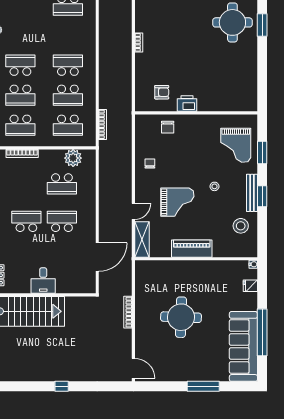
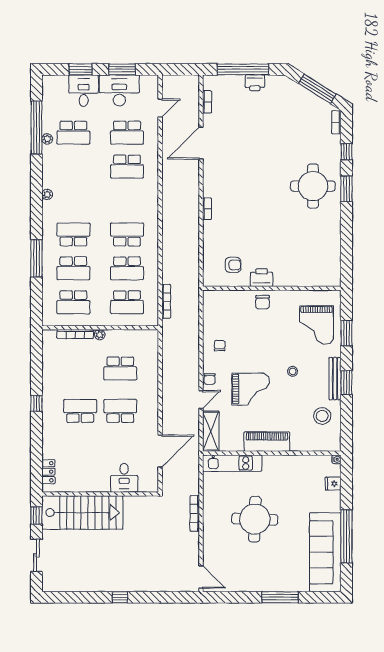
chair: (168, 127) -> (263, 302), moved
plant: (73, 158) -> (100, 335), moved, width x0.53, depth x0.53
chair: (141, 193) -> (210, 379), added
kitchen unit: (161, 268) -> (232, 463), added
desk: (43, 281) -> (124, 478), moved

